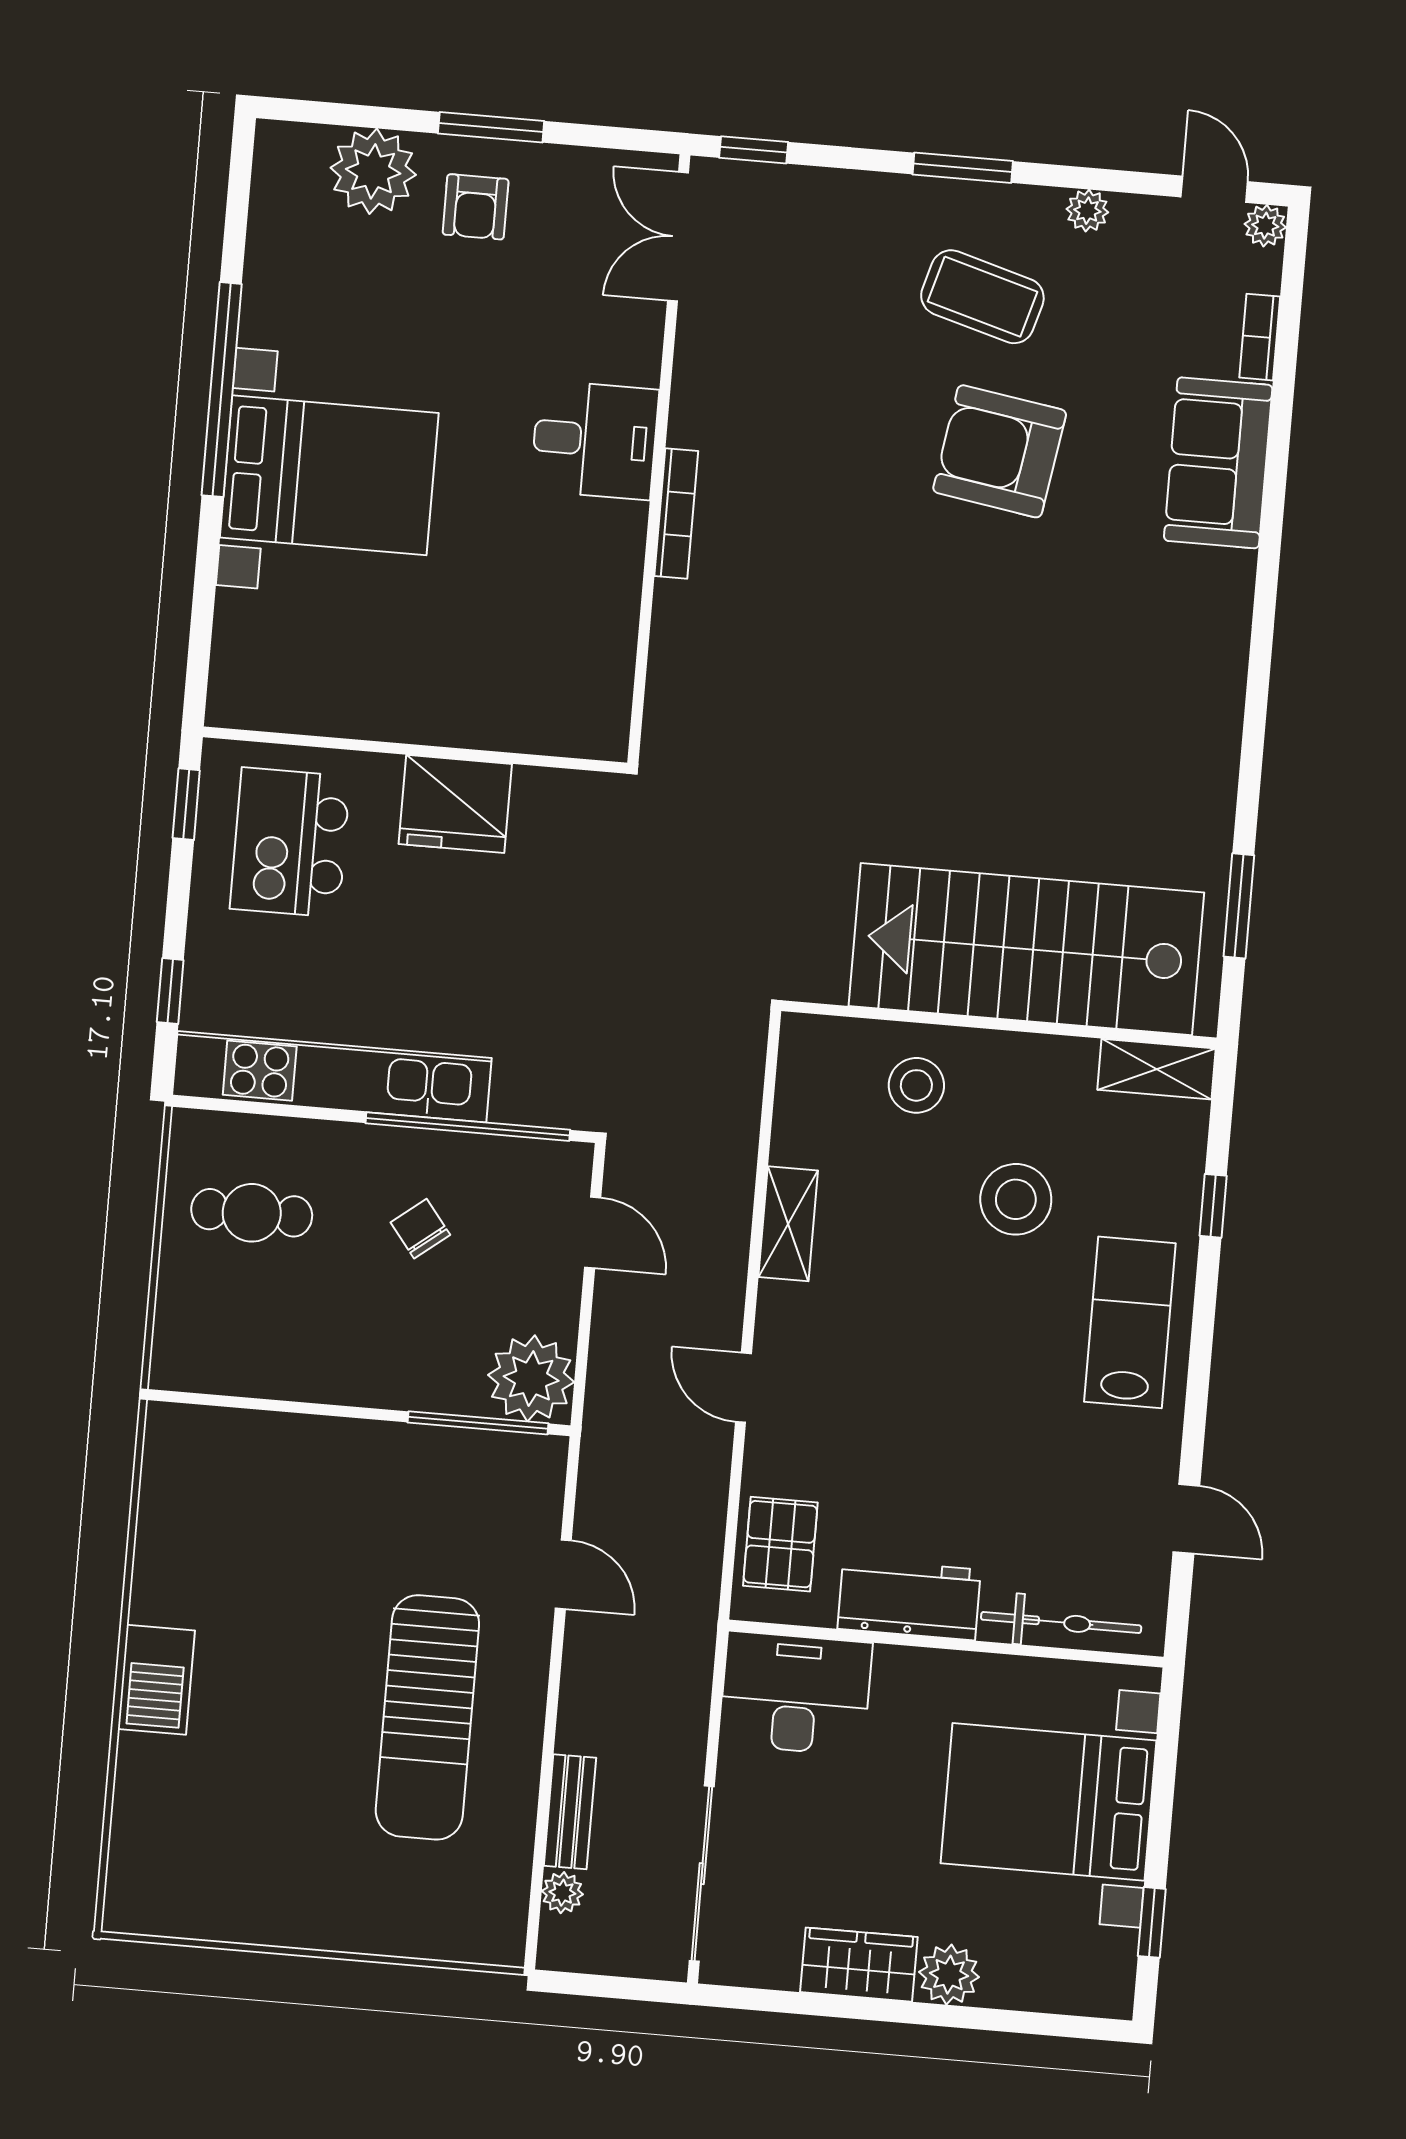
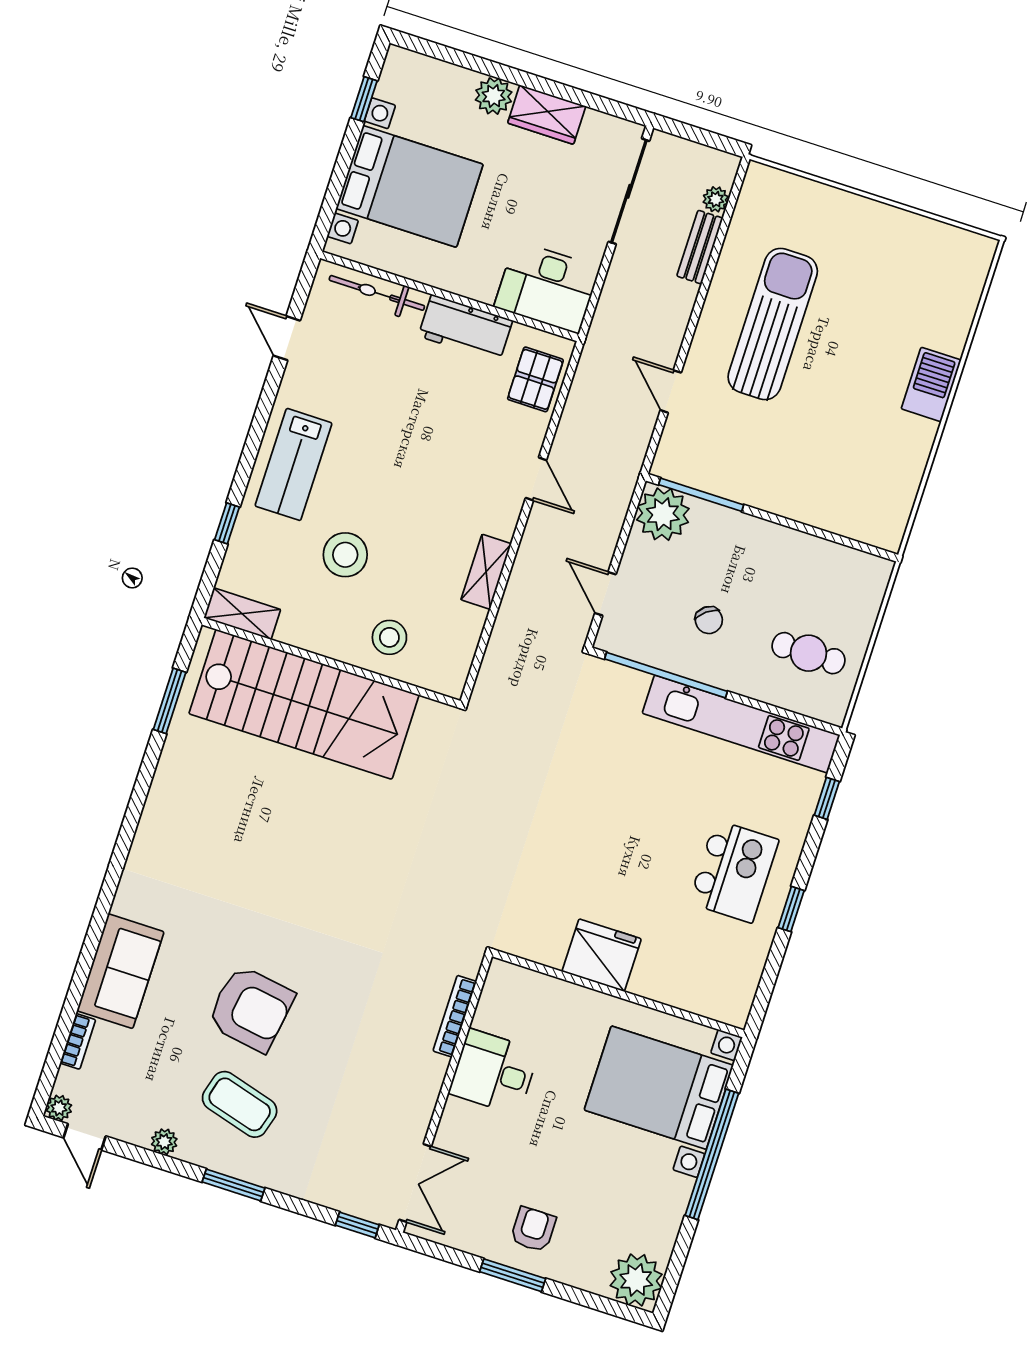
plant: (373, 171) -> (636, 1280), moved
wall: (415, 750) -> (618, 993), moved
fridge: (455, 804) -> (602, 955), moved

